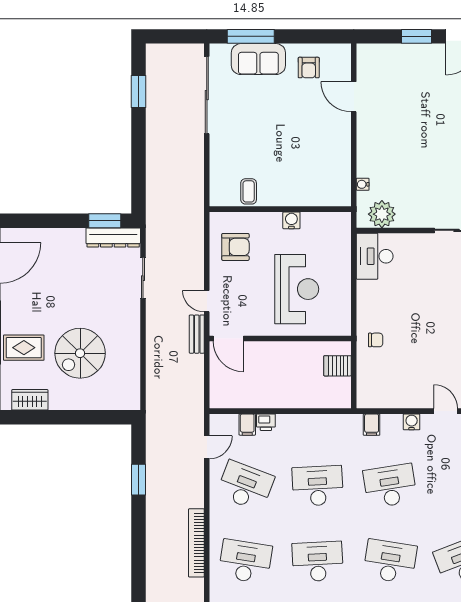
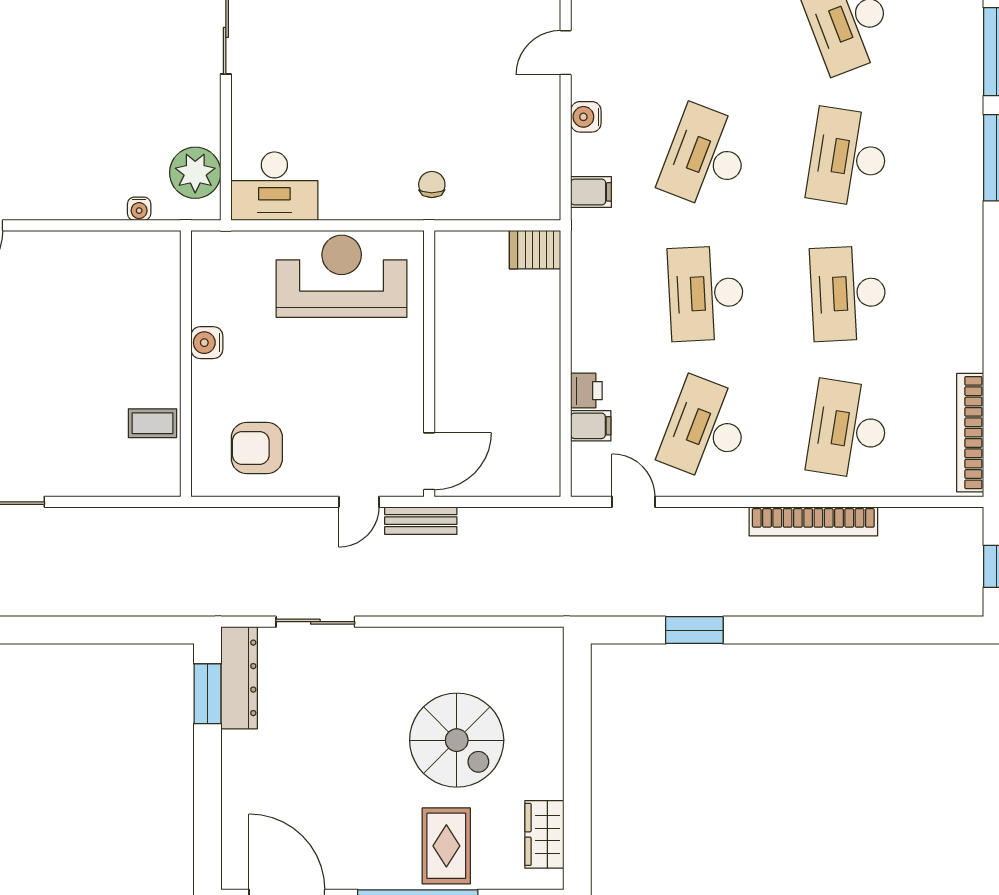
armchair: (235, 247) -> (257, 448), turned -90
reception desk: (297, 289) -> (342, 276), moved
server rack: (338, 366) -> (535, 250), moved, turned 90
desk: (390, 486) -> (706, 157), turned 30

